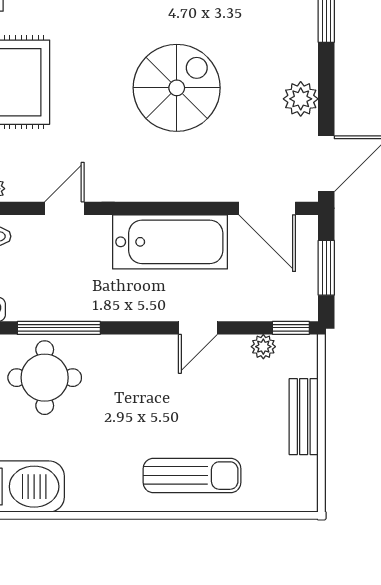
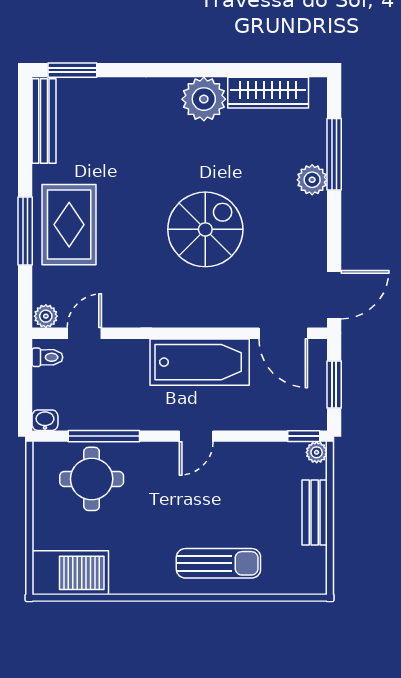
plant: (301, 99) -> (312, 180), moved
door: (64, 208) -> (84, 333), moved
door: (198, 328) -> (196, 436), moved
plant: (263, 347) -> (317, 452), moved

